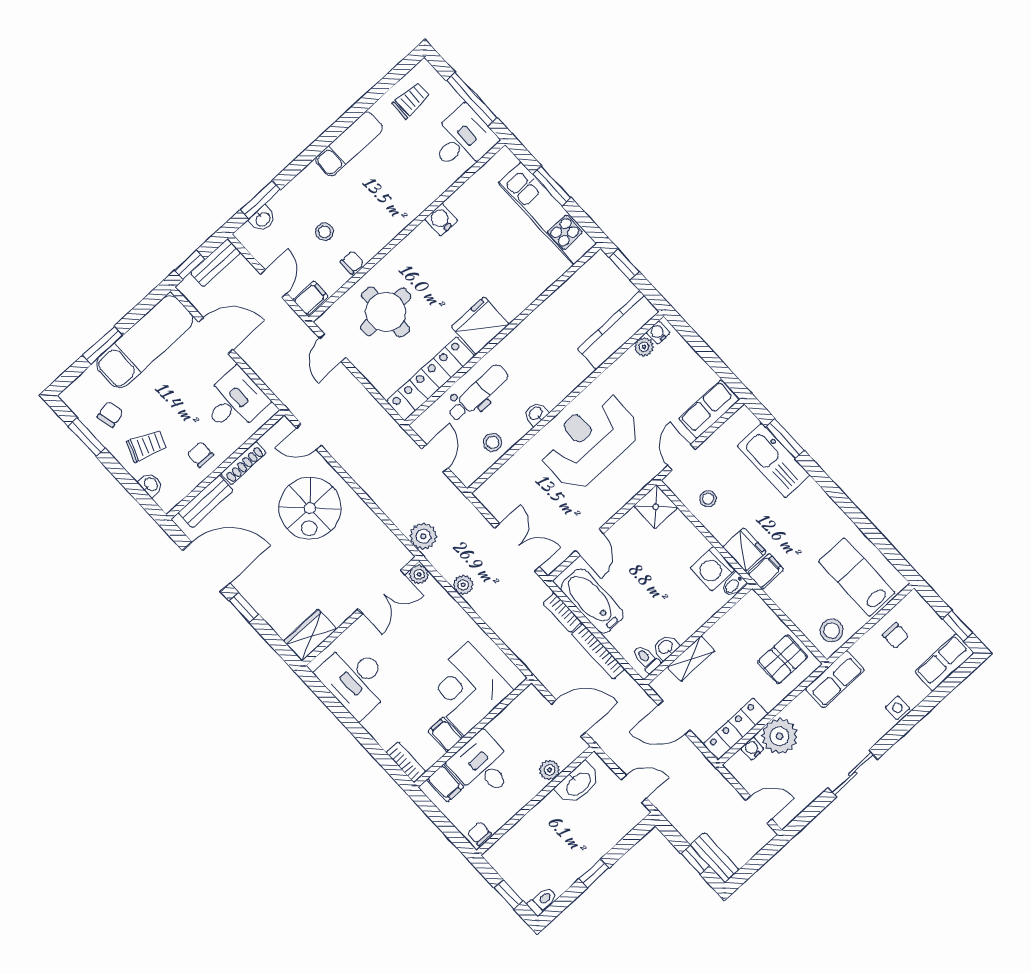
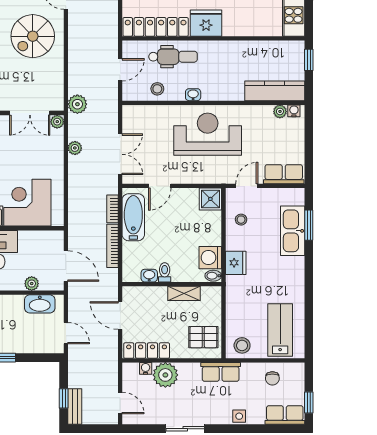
filing cabinet: (765, 571) -> (236, 284), removed
toilet: (646, 659) -> (165, 272), moved
shelving: (691, 659) -> (184, 293), moved

